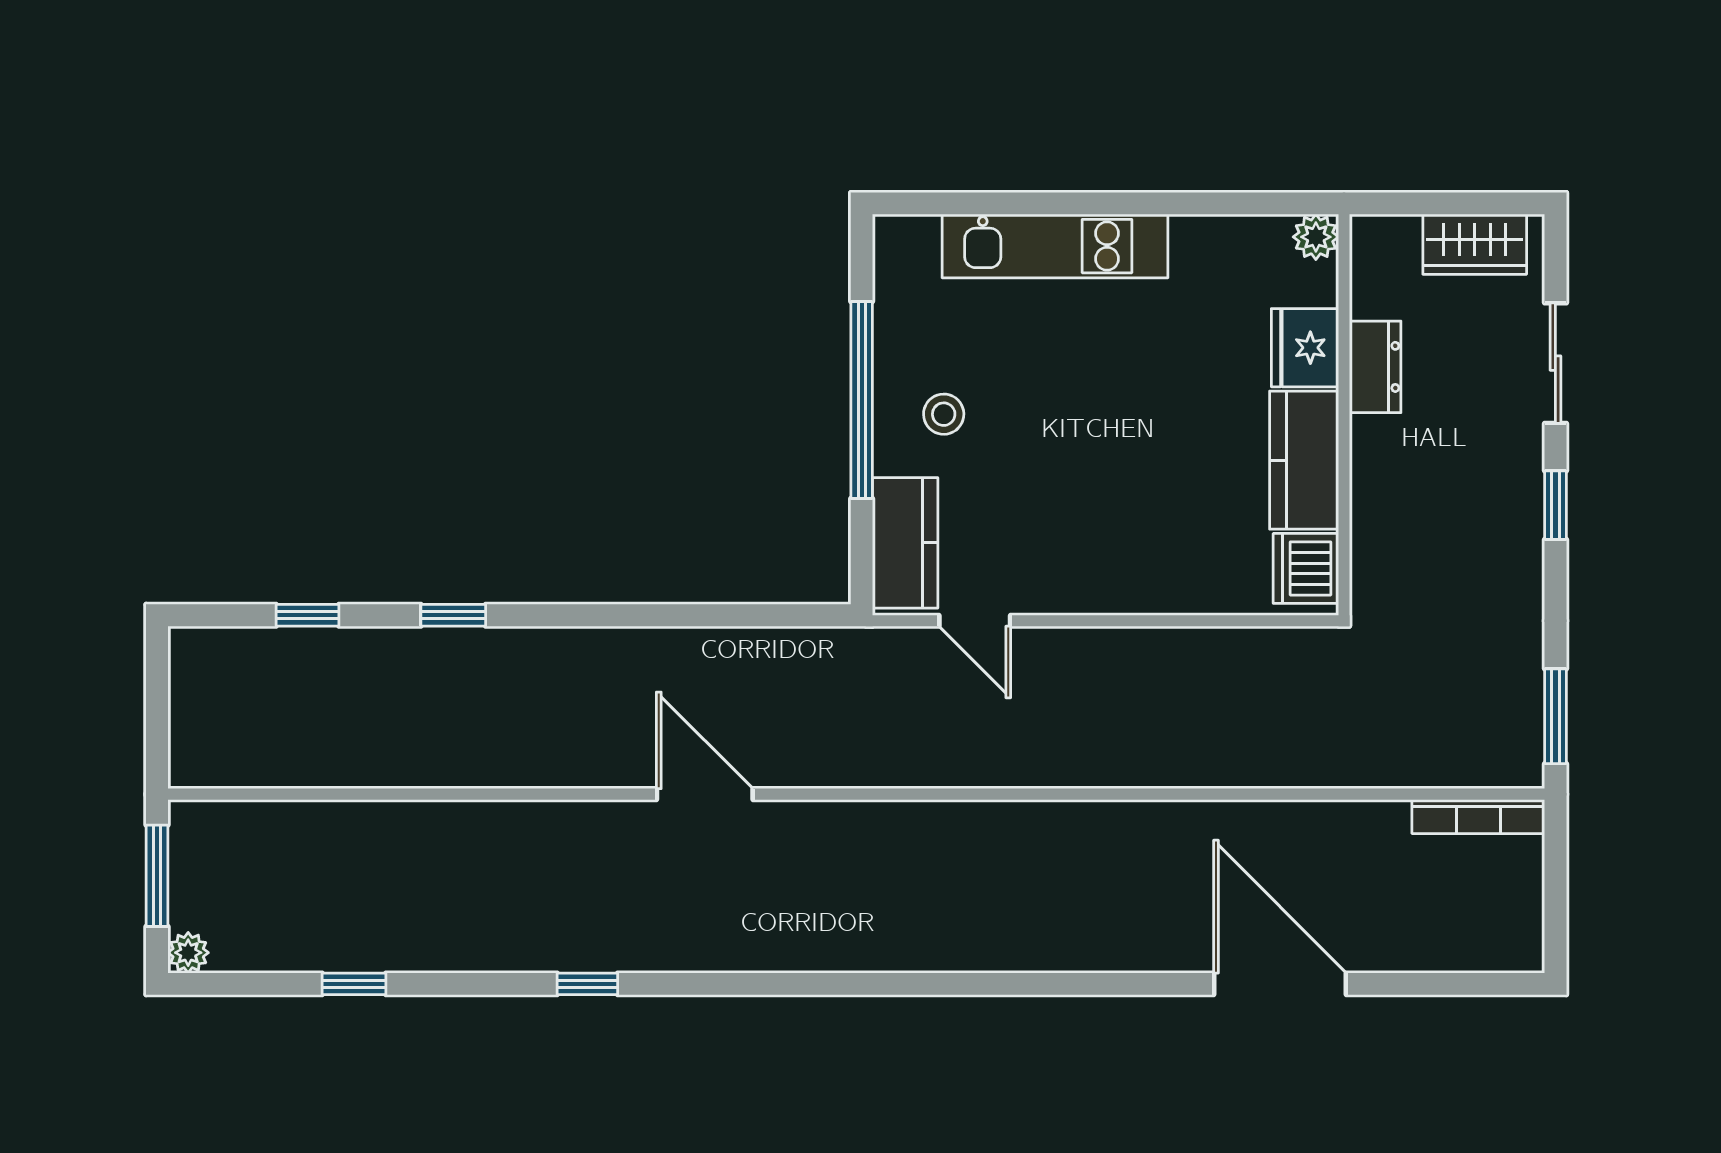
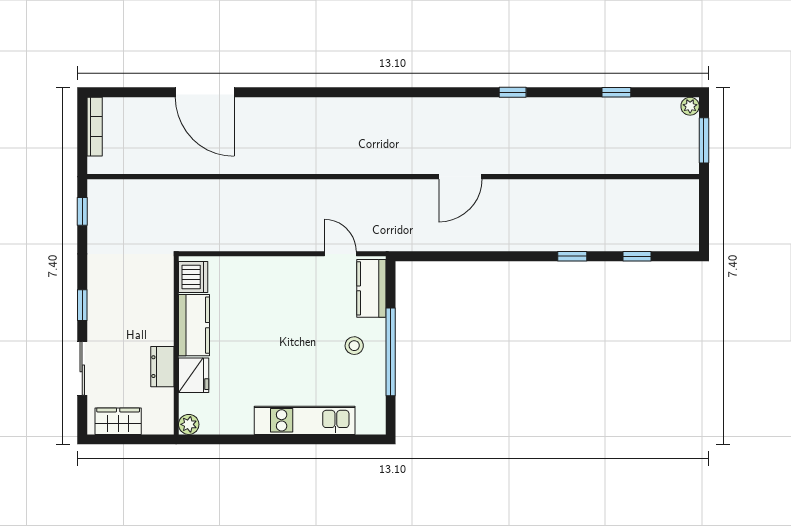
window: (1555, 716) -> (82, 211), width x0.67
door: (705, 794) -> (460, 177), hinge flipped
bookcase: (1478, 817) -> (95, 127), moved, turned 90

